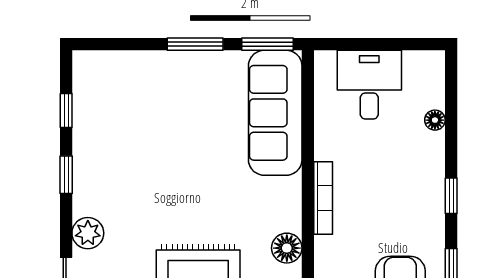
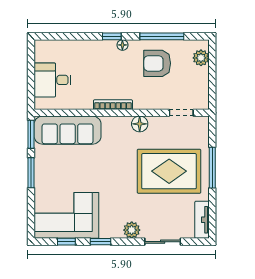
corner sofa: (115, 111) -> (66, 215), added
floor lamp: (435, 120) -> (122, 45), moved

